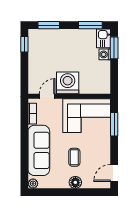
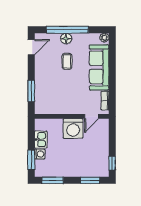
kitchen sink: (103, 38) -> (41, 140), moved
corner sofa: (87, 116) -> (56, 99), removed
window: (74, 192) -> (67, 30), added

